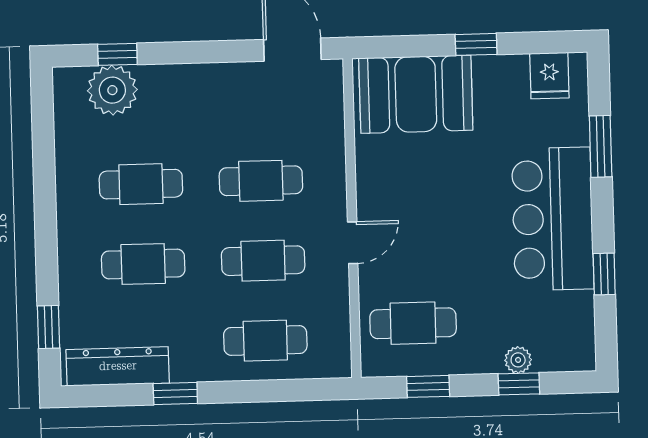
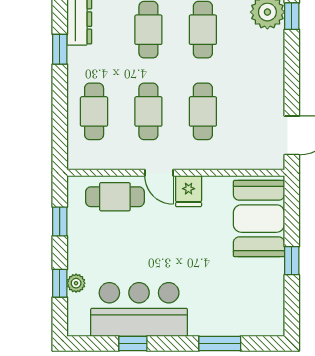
fridge: (549, 76) -> (189, 191), moved, turned -90
bar counter: (553, 219) -> (139, 309), moved
cafe table: (413, 323) -> (115, 197), moved, turned 90

